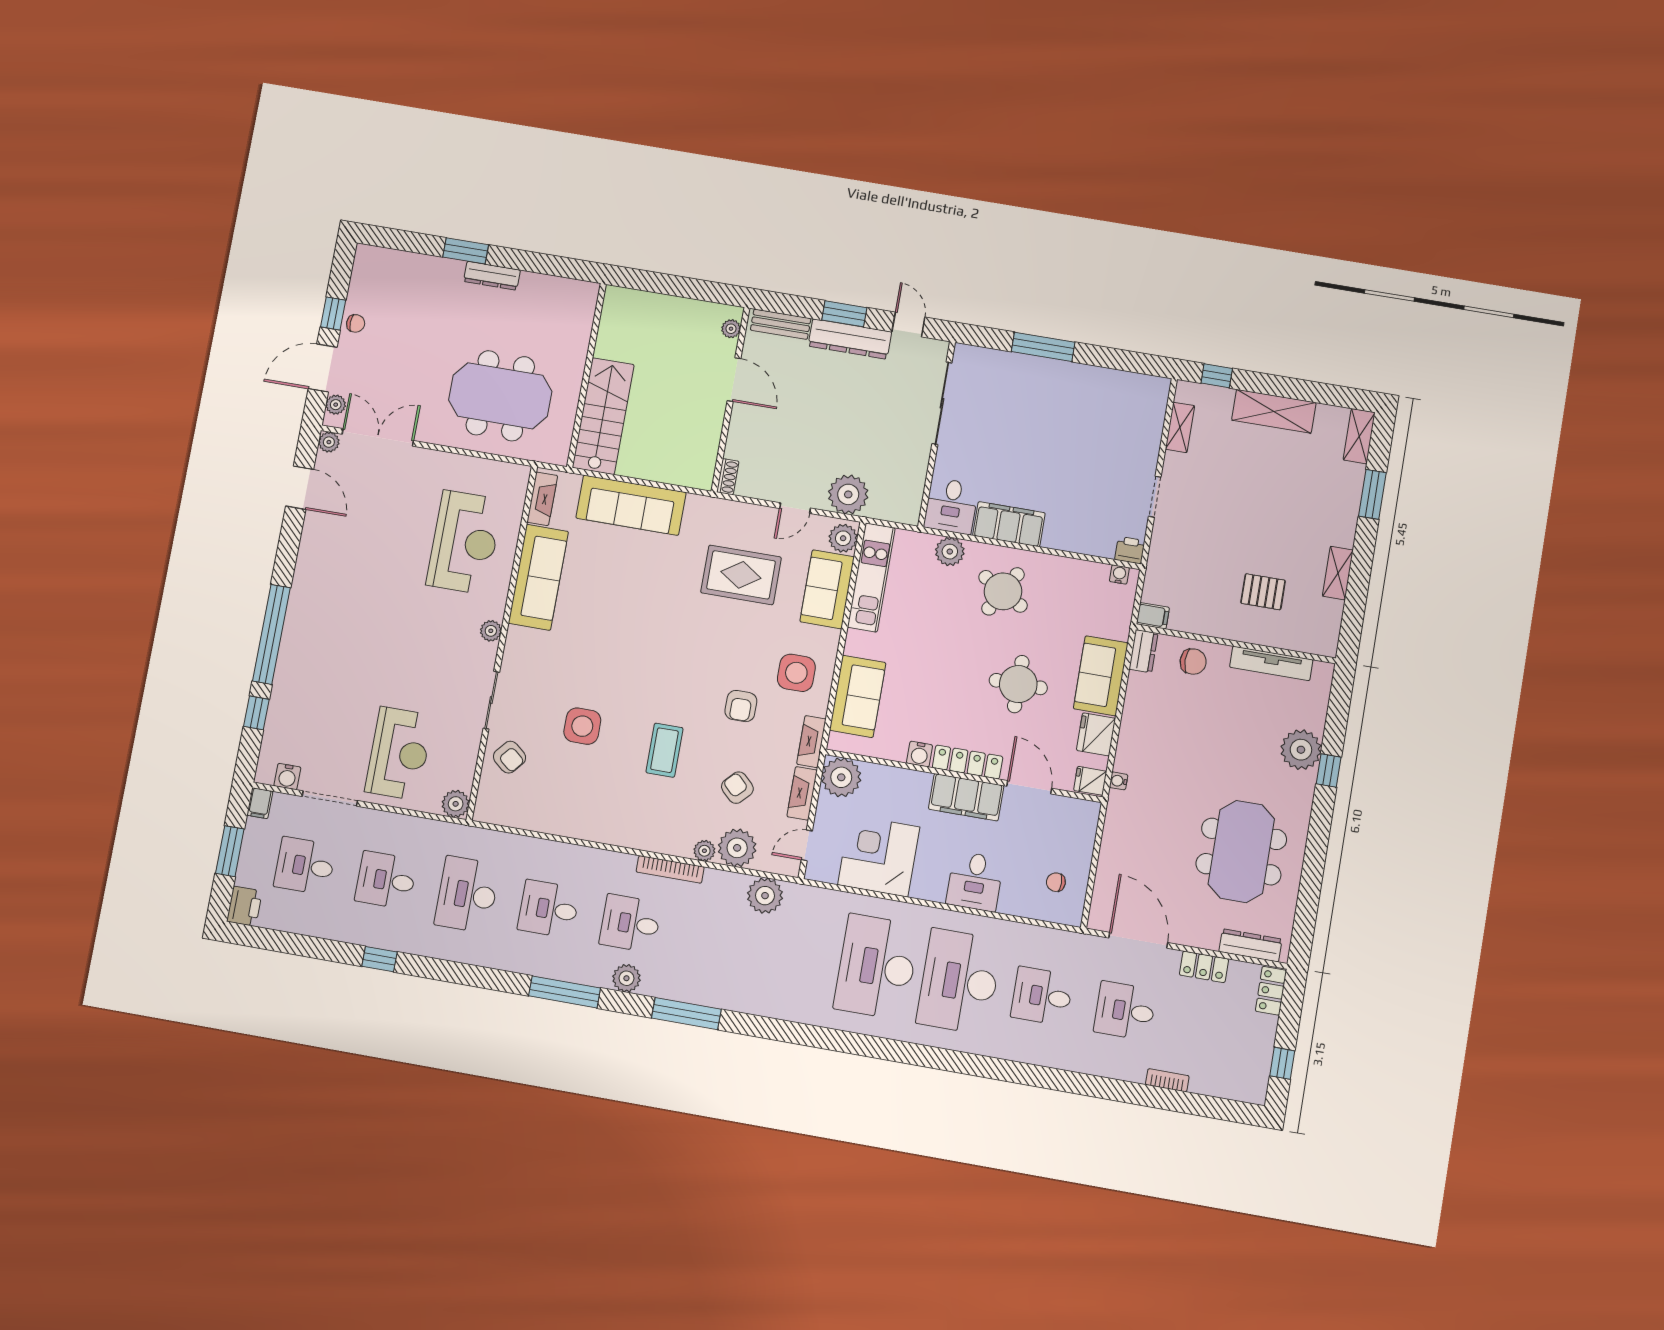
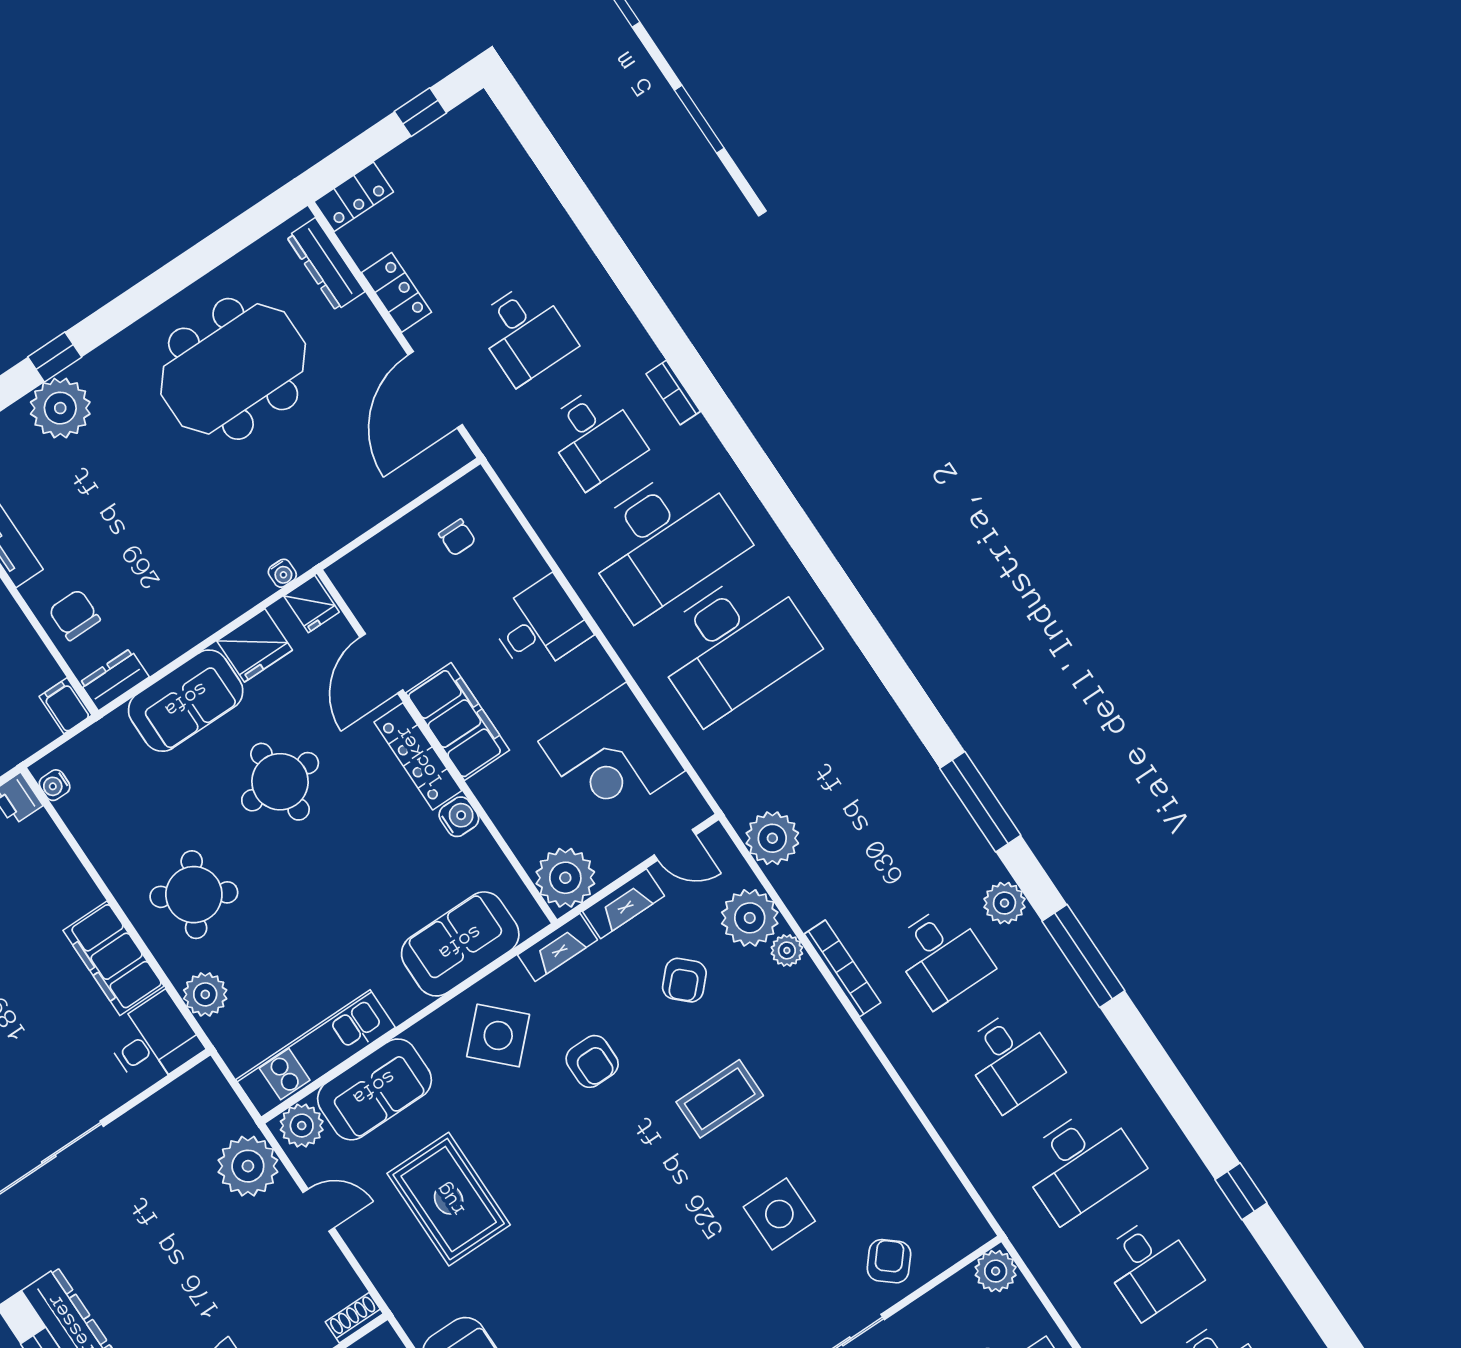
side table: (796, 673) -> (498, 1036), turned 45
armchair: (741, 706) -> (592, 1061), turned 90
bookcase: (1167, 1080) -> (673, 393), moved

